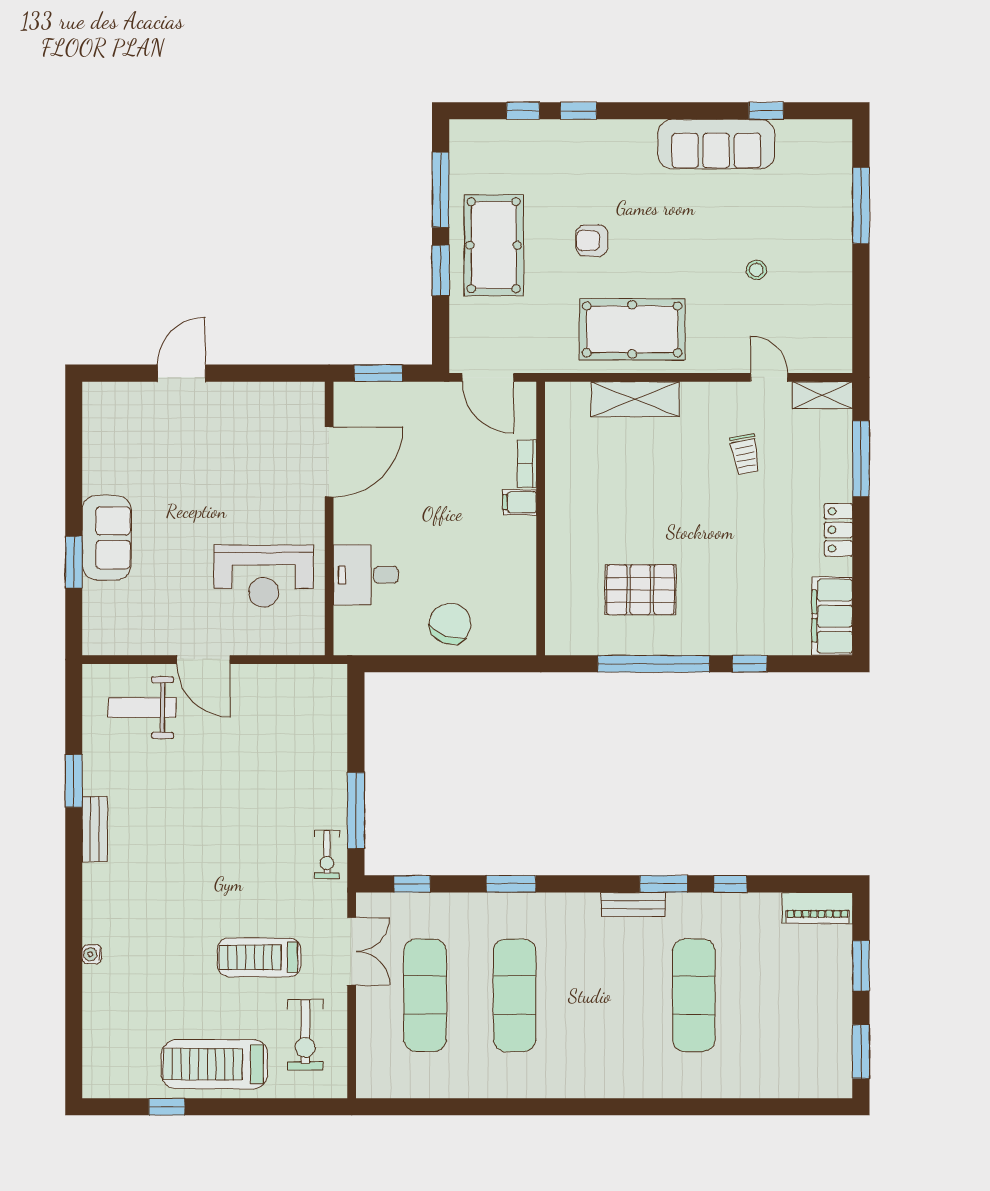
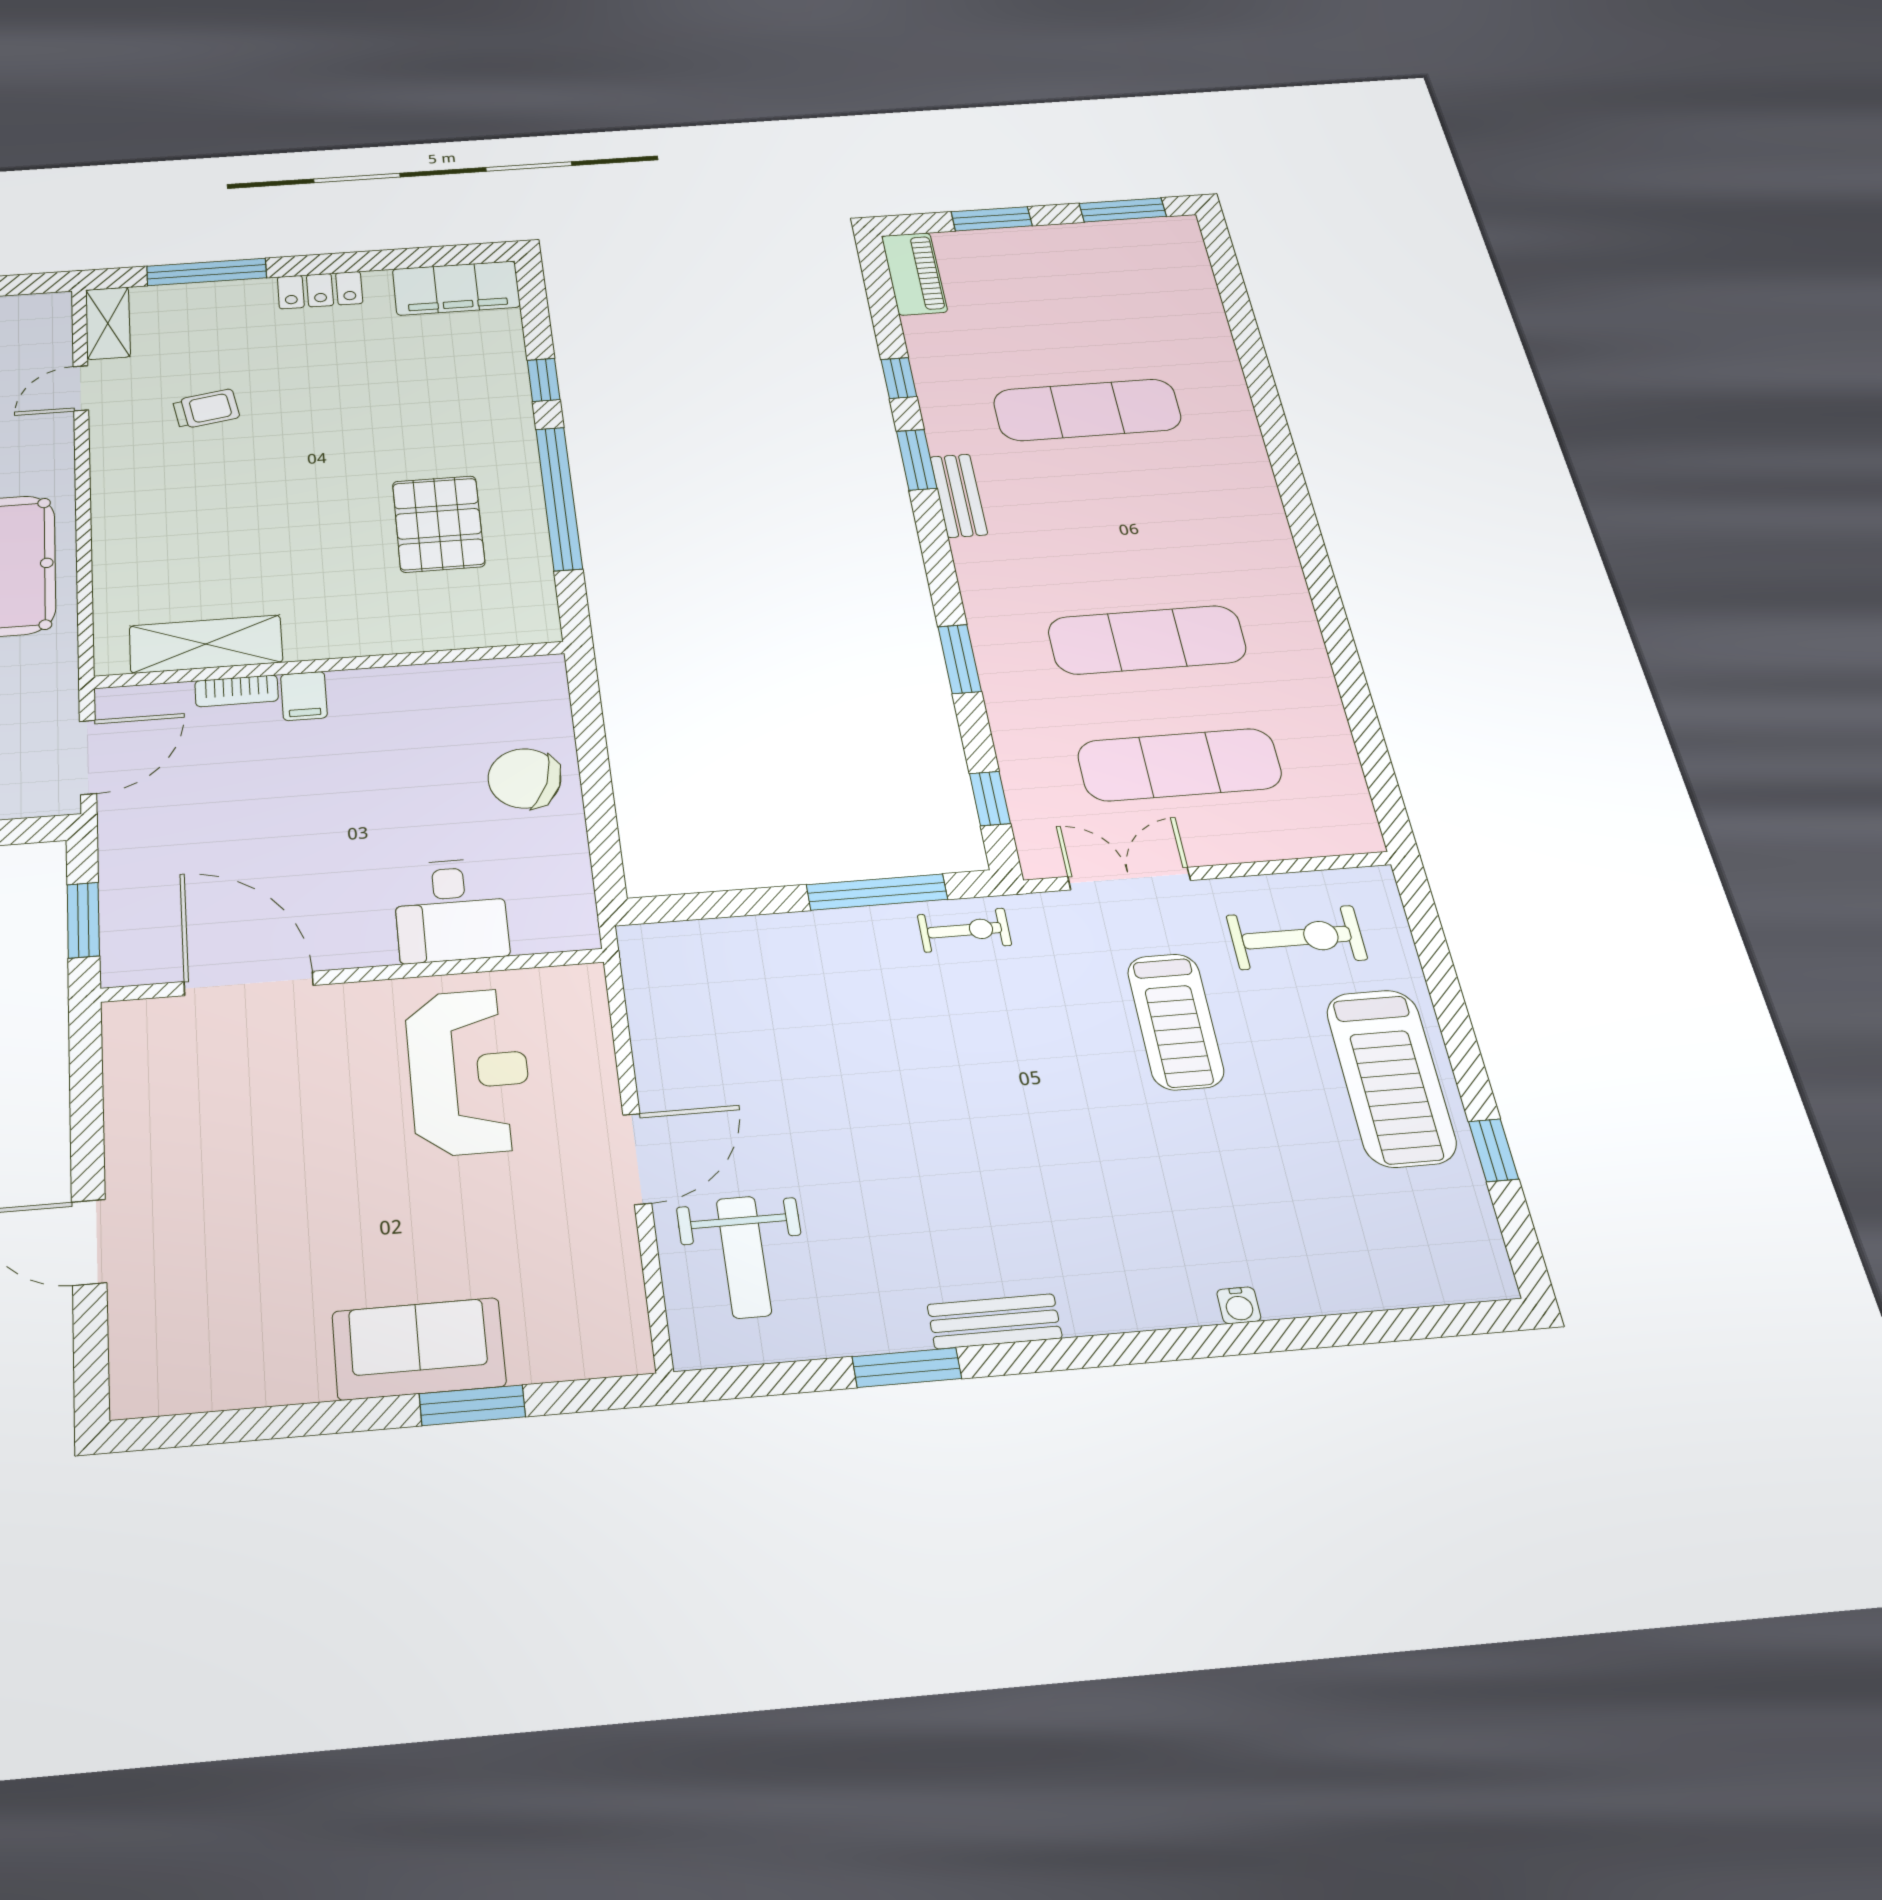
shelving: (635, 399) -> (206, 644), moved, turned 90

